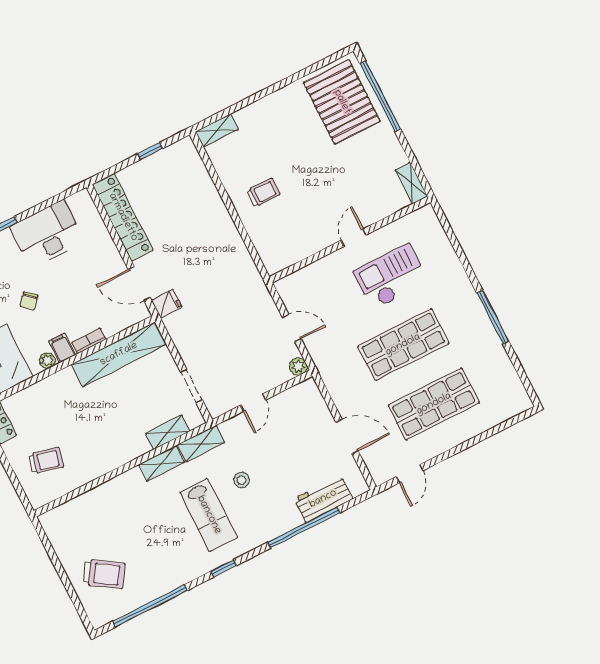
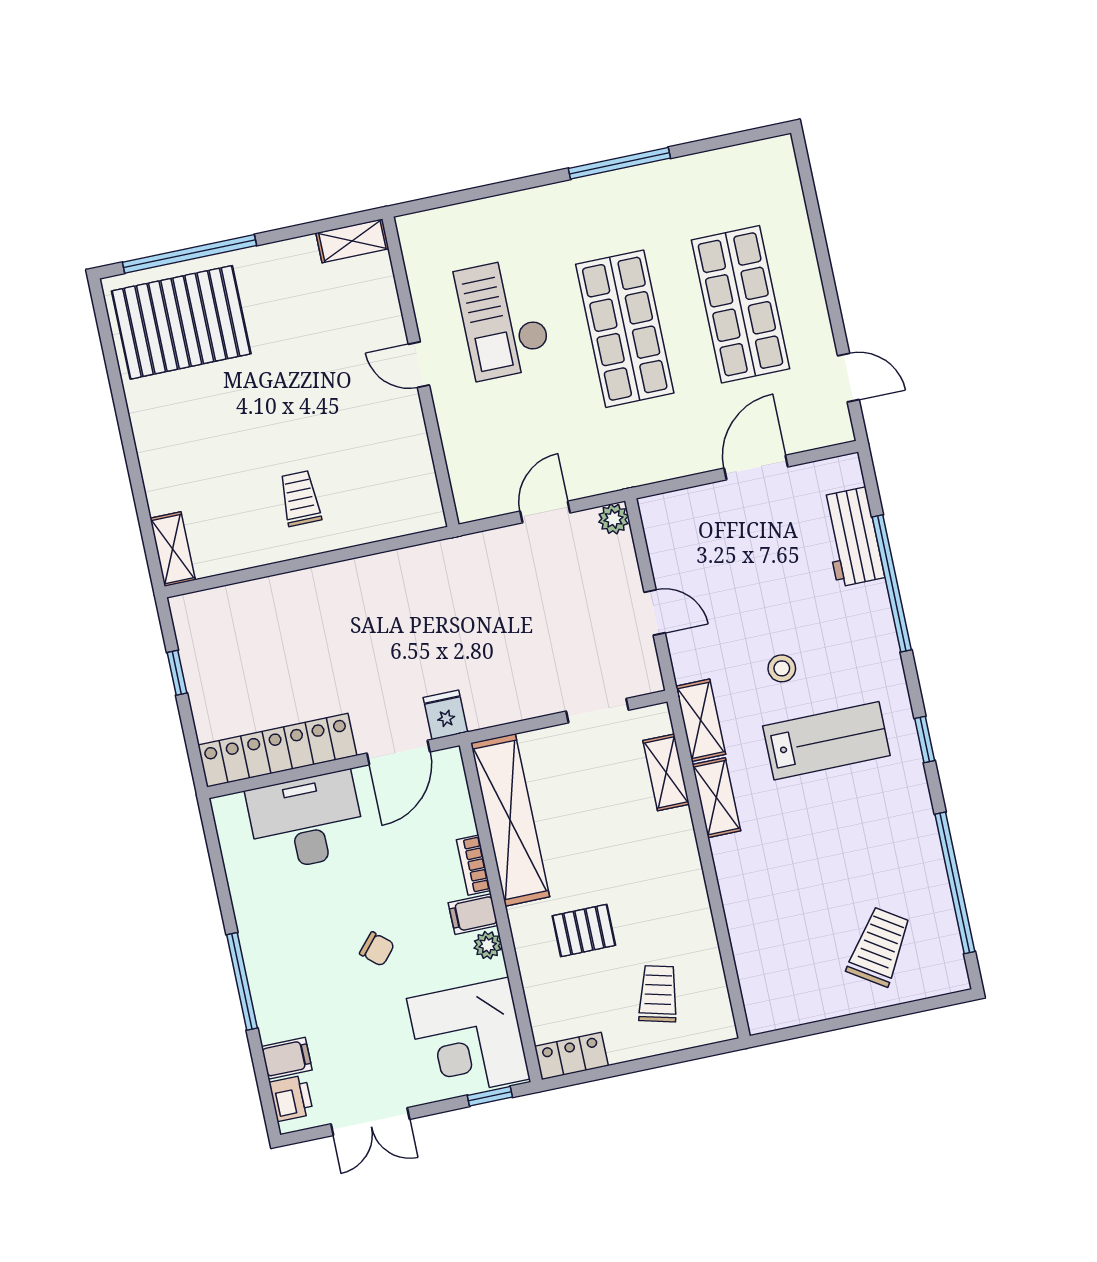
desk: (47, 234) -> (306, 821), moved, turned 90
pallet: (69, 411) -> (584, 931), added

